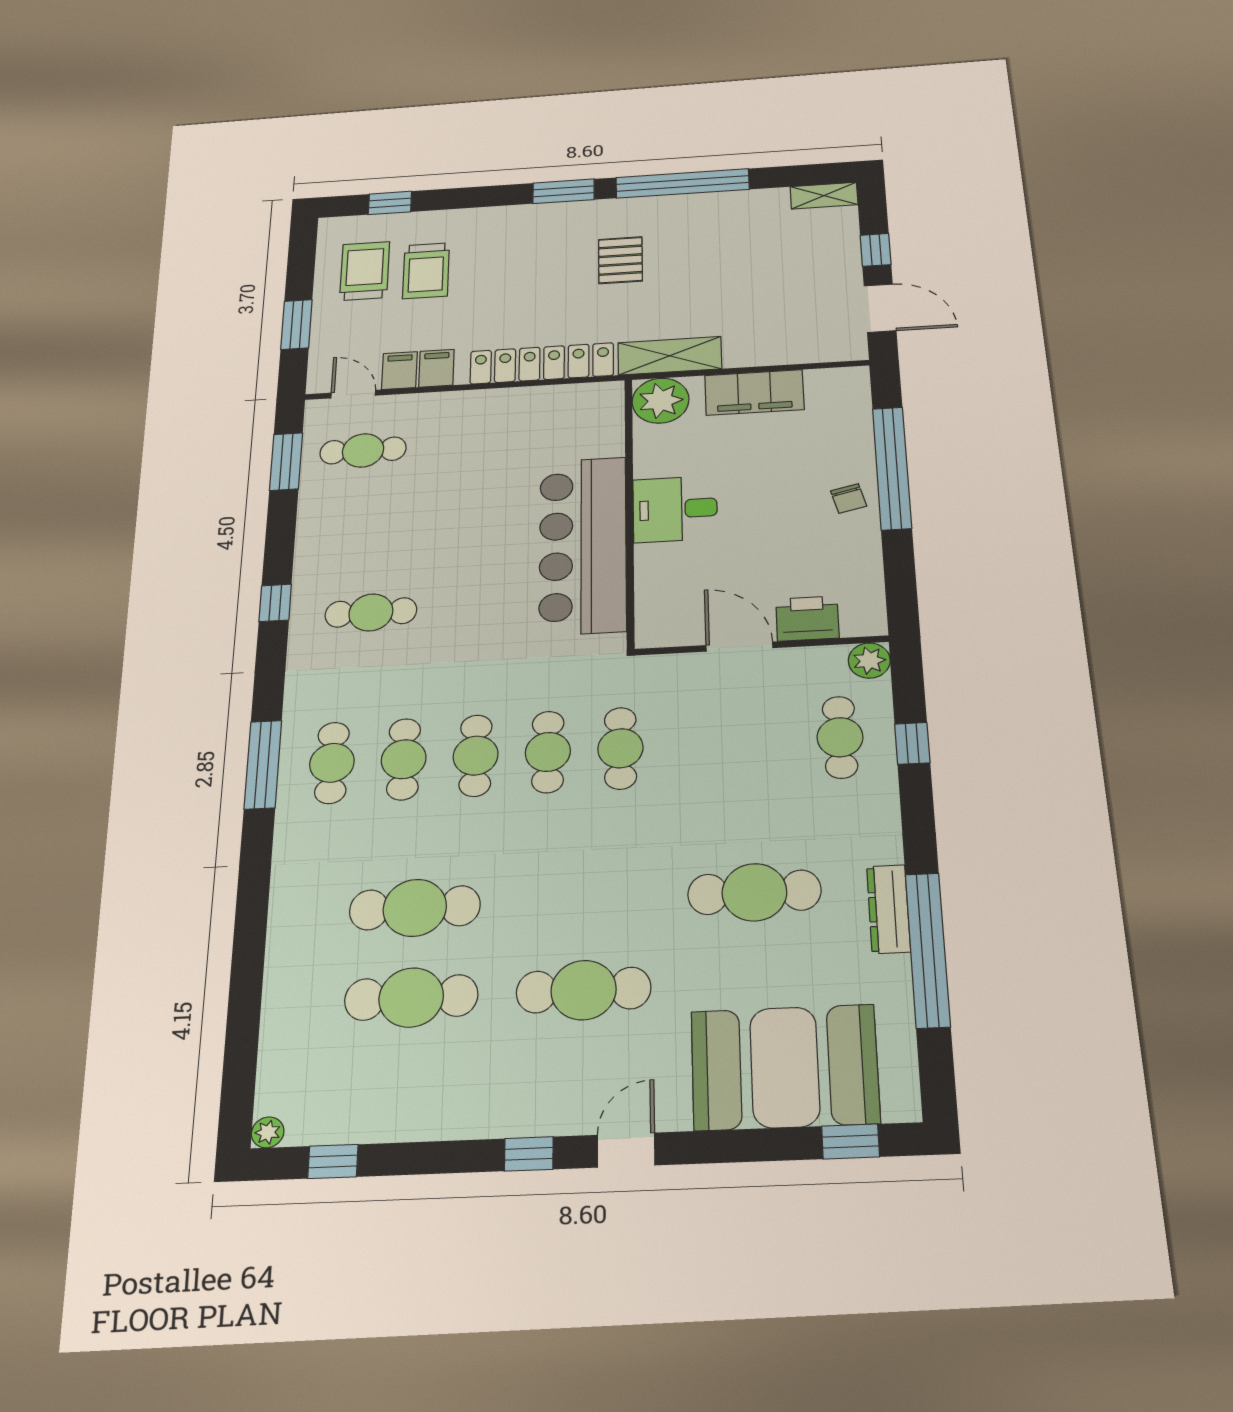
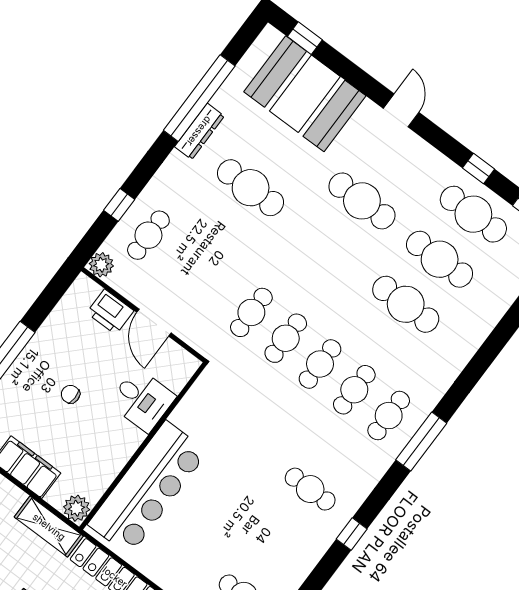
plant: (661, 401) -> (77, 508), width x0.73, depth x0.73
chair: (849, 498) -> (71, 394), moved, turned -76
desk: (675, 509) -> (142, 400), moved
bar counter: (583, 545) -> (148, 488), moved
cafe table: (407, 1091) -> (473, 214), added
door: (626, 1150) -> (401, 110), swing flipped
window: (529, 1154) -> (478, 168), moved

